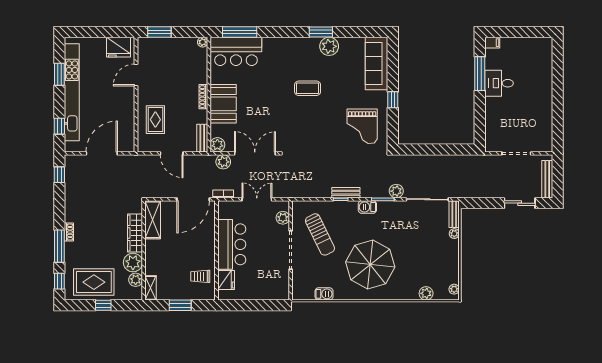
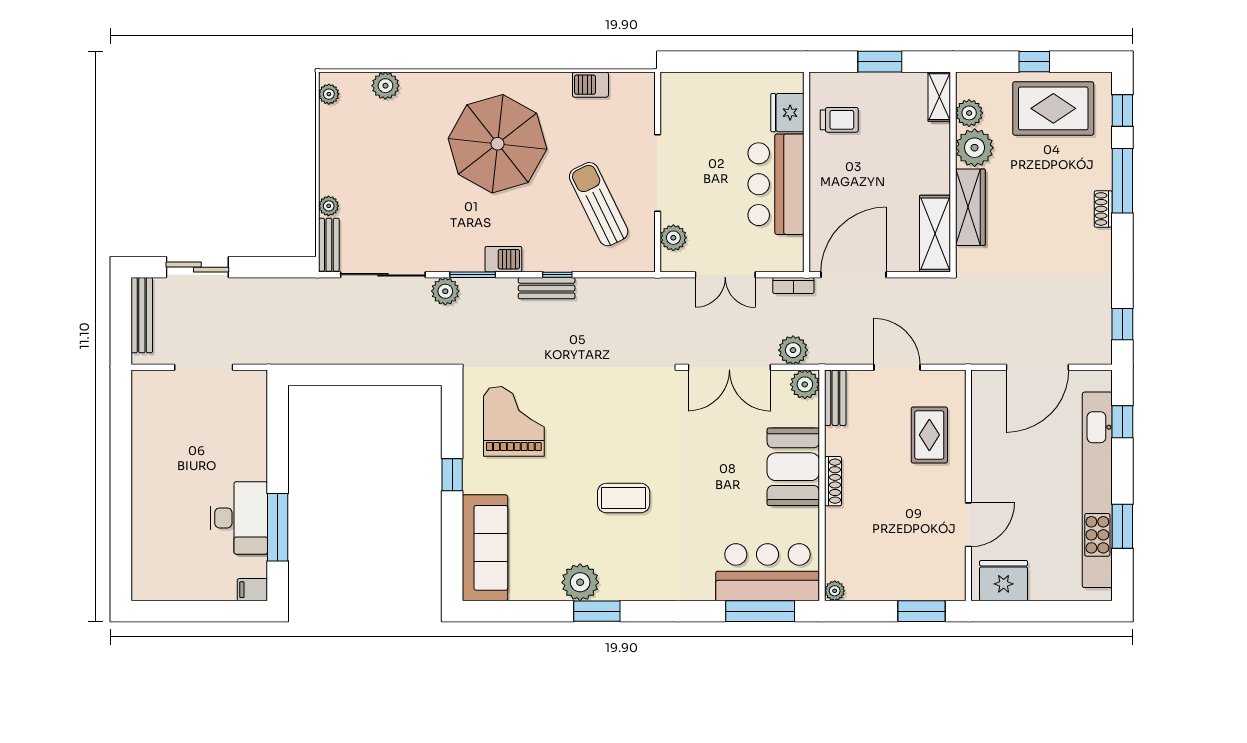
desk: (499, 83) -> (239, 518), width x1.37

